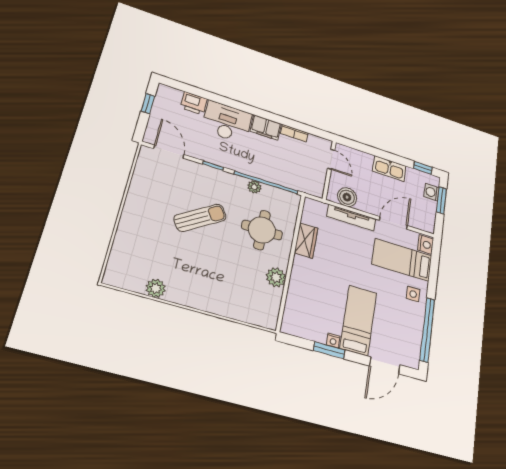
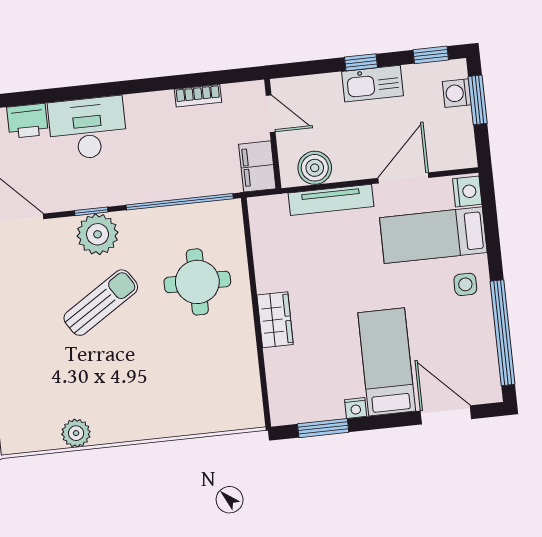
filing cabinet: (266, 127) -> (257, 166), moved, turned 90
window: (386, 155) -> (361, 62), added
plant: (254, 187) -> (98, 234), moved, width x1.88, depth x1.88
wardrobe: (306, 240) -> (275, 320), moved
plant: (276, 277) -> (241, 347), removed
window: (329, 350) -> (323, 428), moved
door: (385, 365) -> (446, 415), swing flipped

